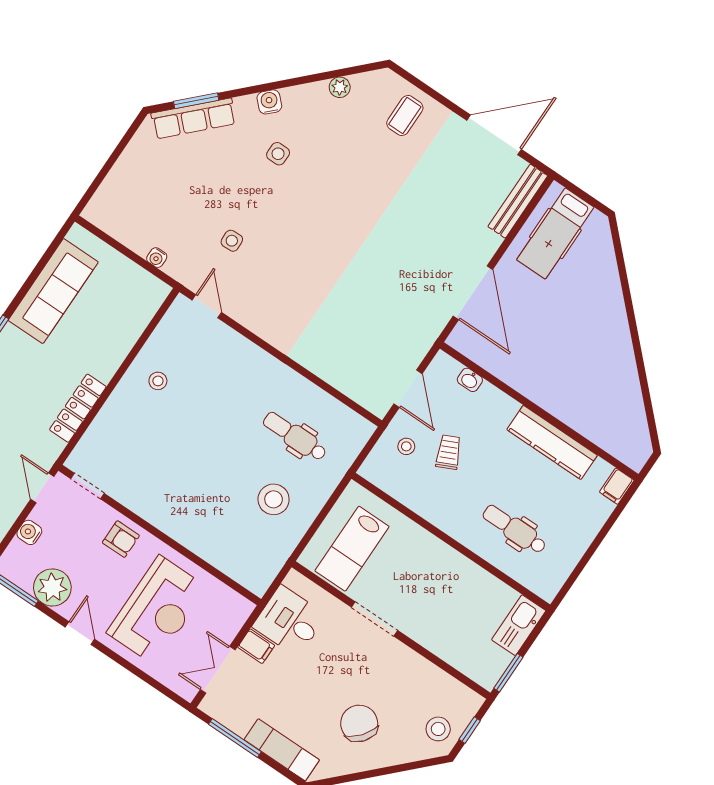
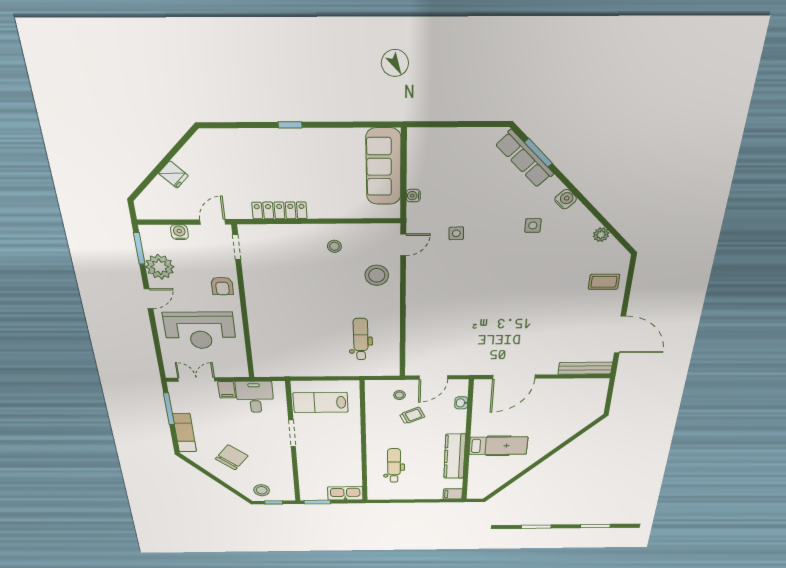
hospital bed: (555, 233) -> (498, 446), moved, turned 180
sofa: (53, 291) -> (384, 167), moved, turned 90
stool: (274, 499) -> (377, 275), moved

